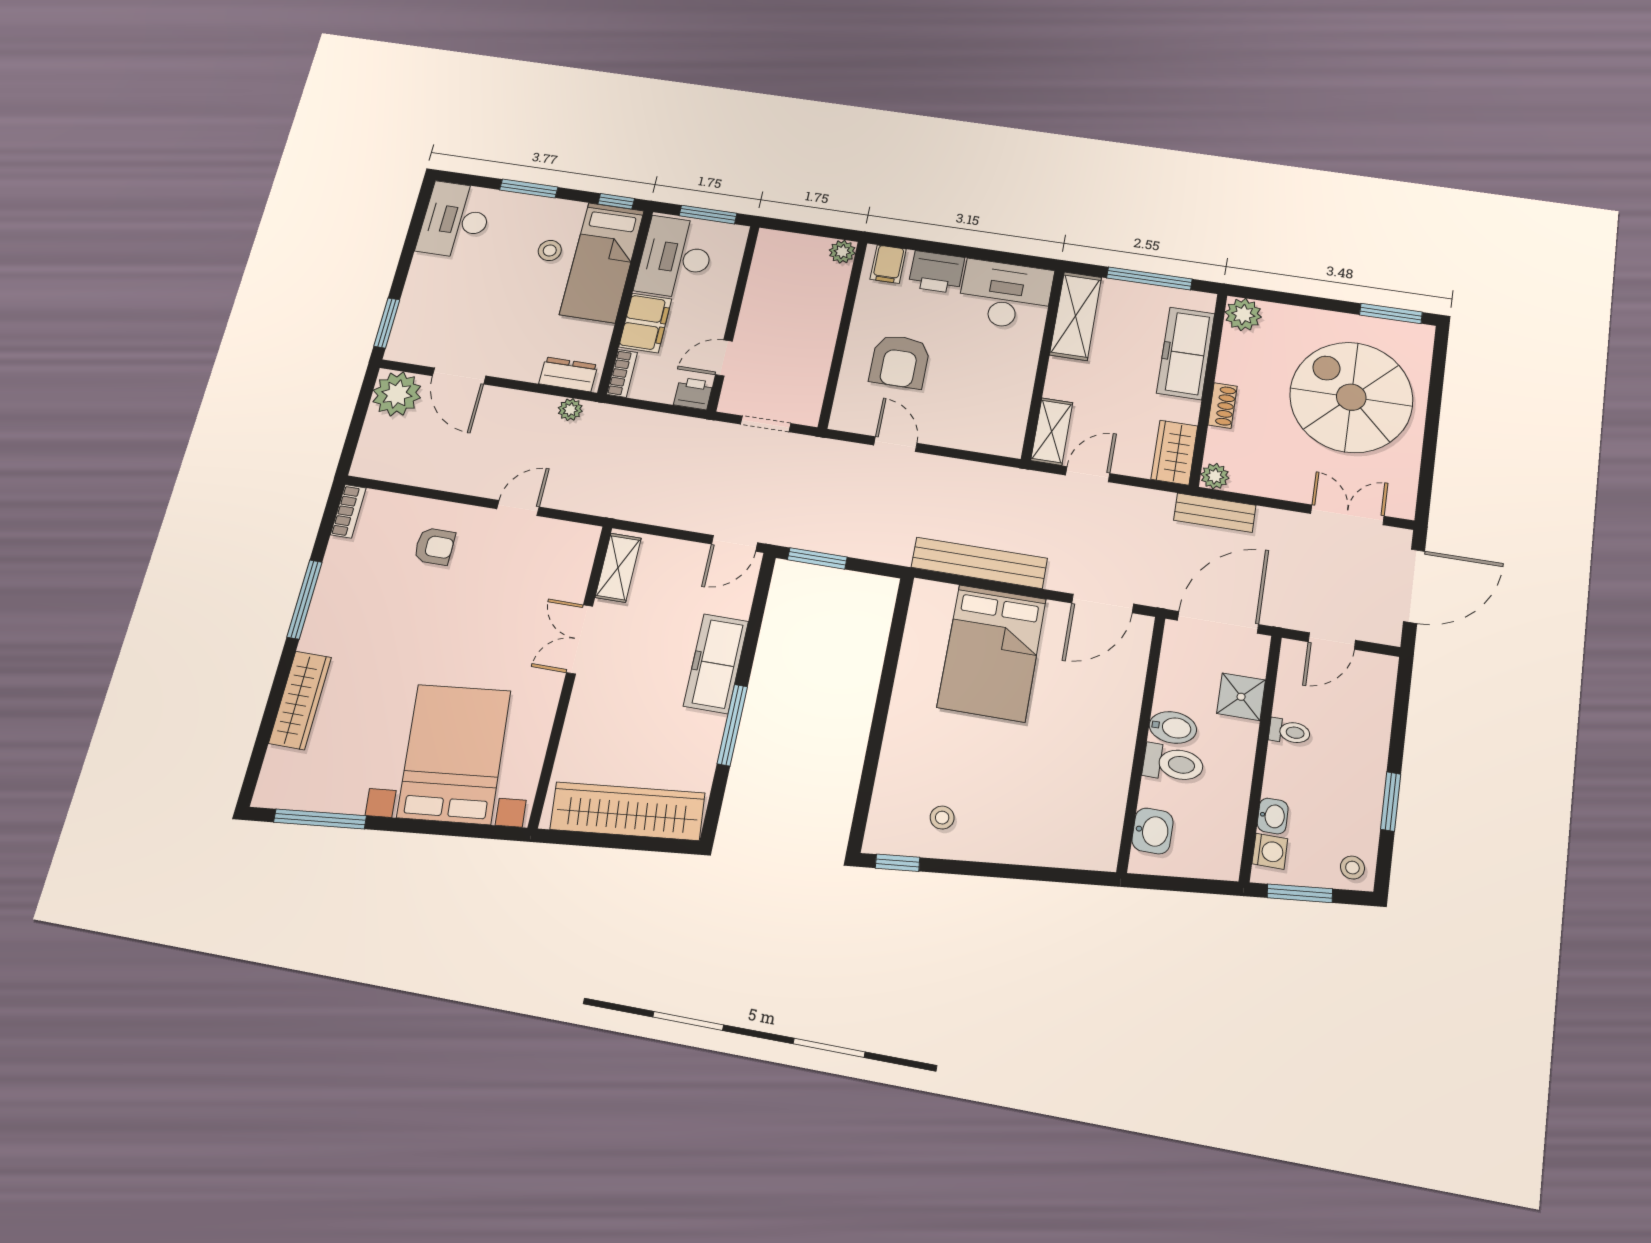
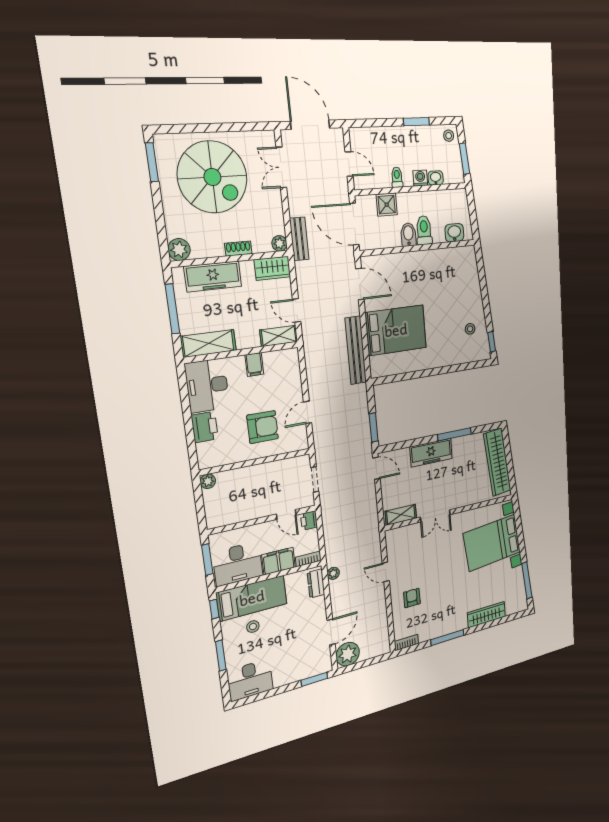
filing cabinet: (888, 264) -> (254, 364), moved, turned 90
spiral stairs: (1351, 397) -> (212, 177), turned -90
washing machine: (1270, 851) -> (420, 178), moved

